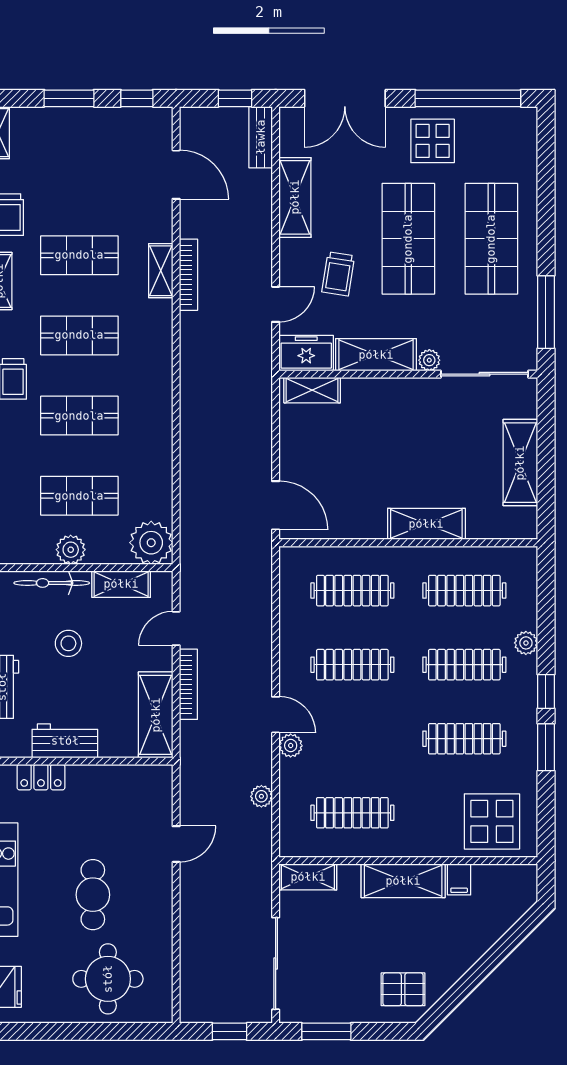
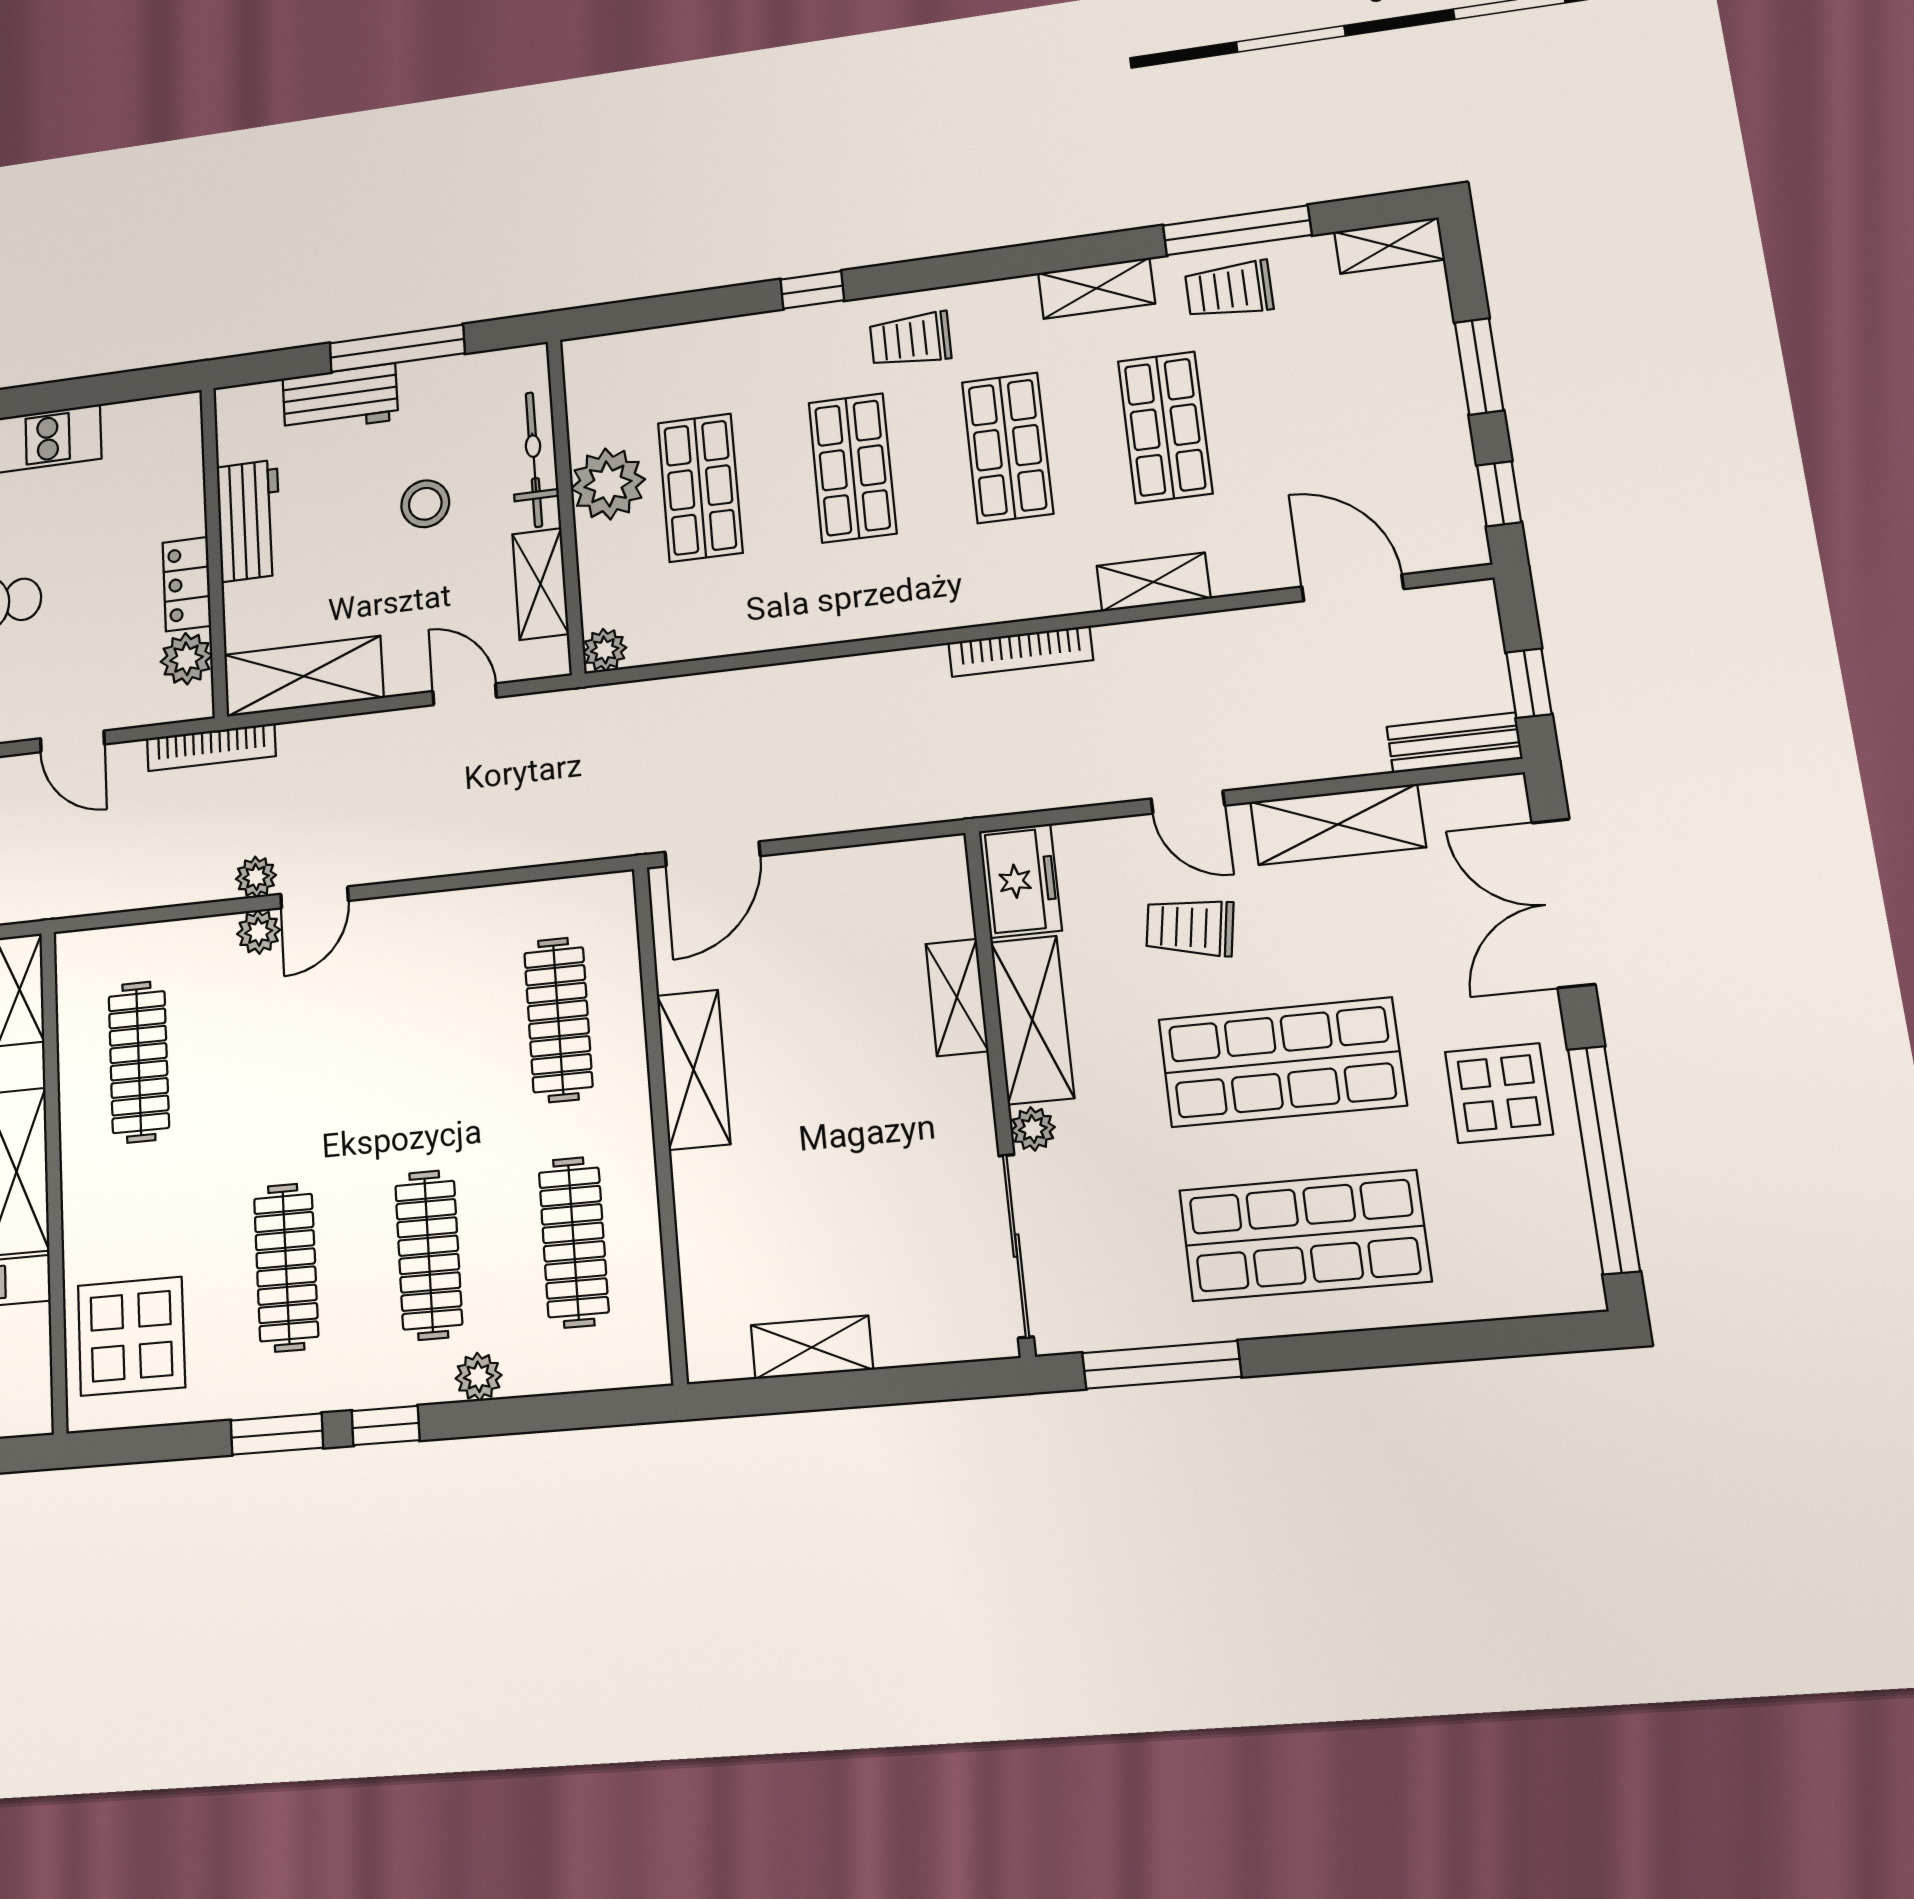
door: (176, 175) -> (1353, 588), swing flipped
bookcase: (189, 275) -> (1021, 651), moved
door: (276, 304) -> (1188, 802), moved
shelving: (312, 390) -> (957, 997), moved
shelving: (520, 463) -> (812, 1347), width x0.67, depth x0.75
shelving: (426, 524) -> (693, 1070), moved
plant: (151, 543) -> (605, 650), width x0.53, depth x0.53
plant: (71, 550) -> (608, 484), width x1.36, depth x1.36
clothes rail: (352, 665) -> (416, 1034), removed
bookcase: (188, 684) -> (211, 747), moved
locker: (41, 777) -> (187, 584), moved
plant: (138, 779) -> (186, 659), added
plant: (261, 796) -> (256, 877), moved

